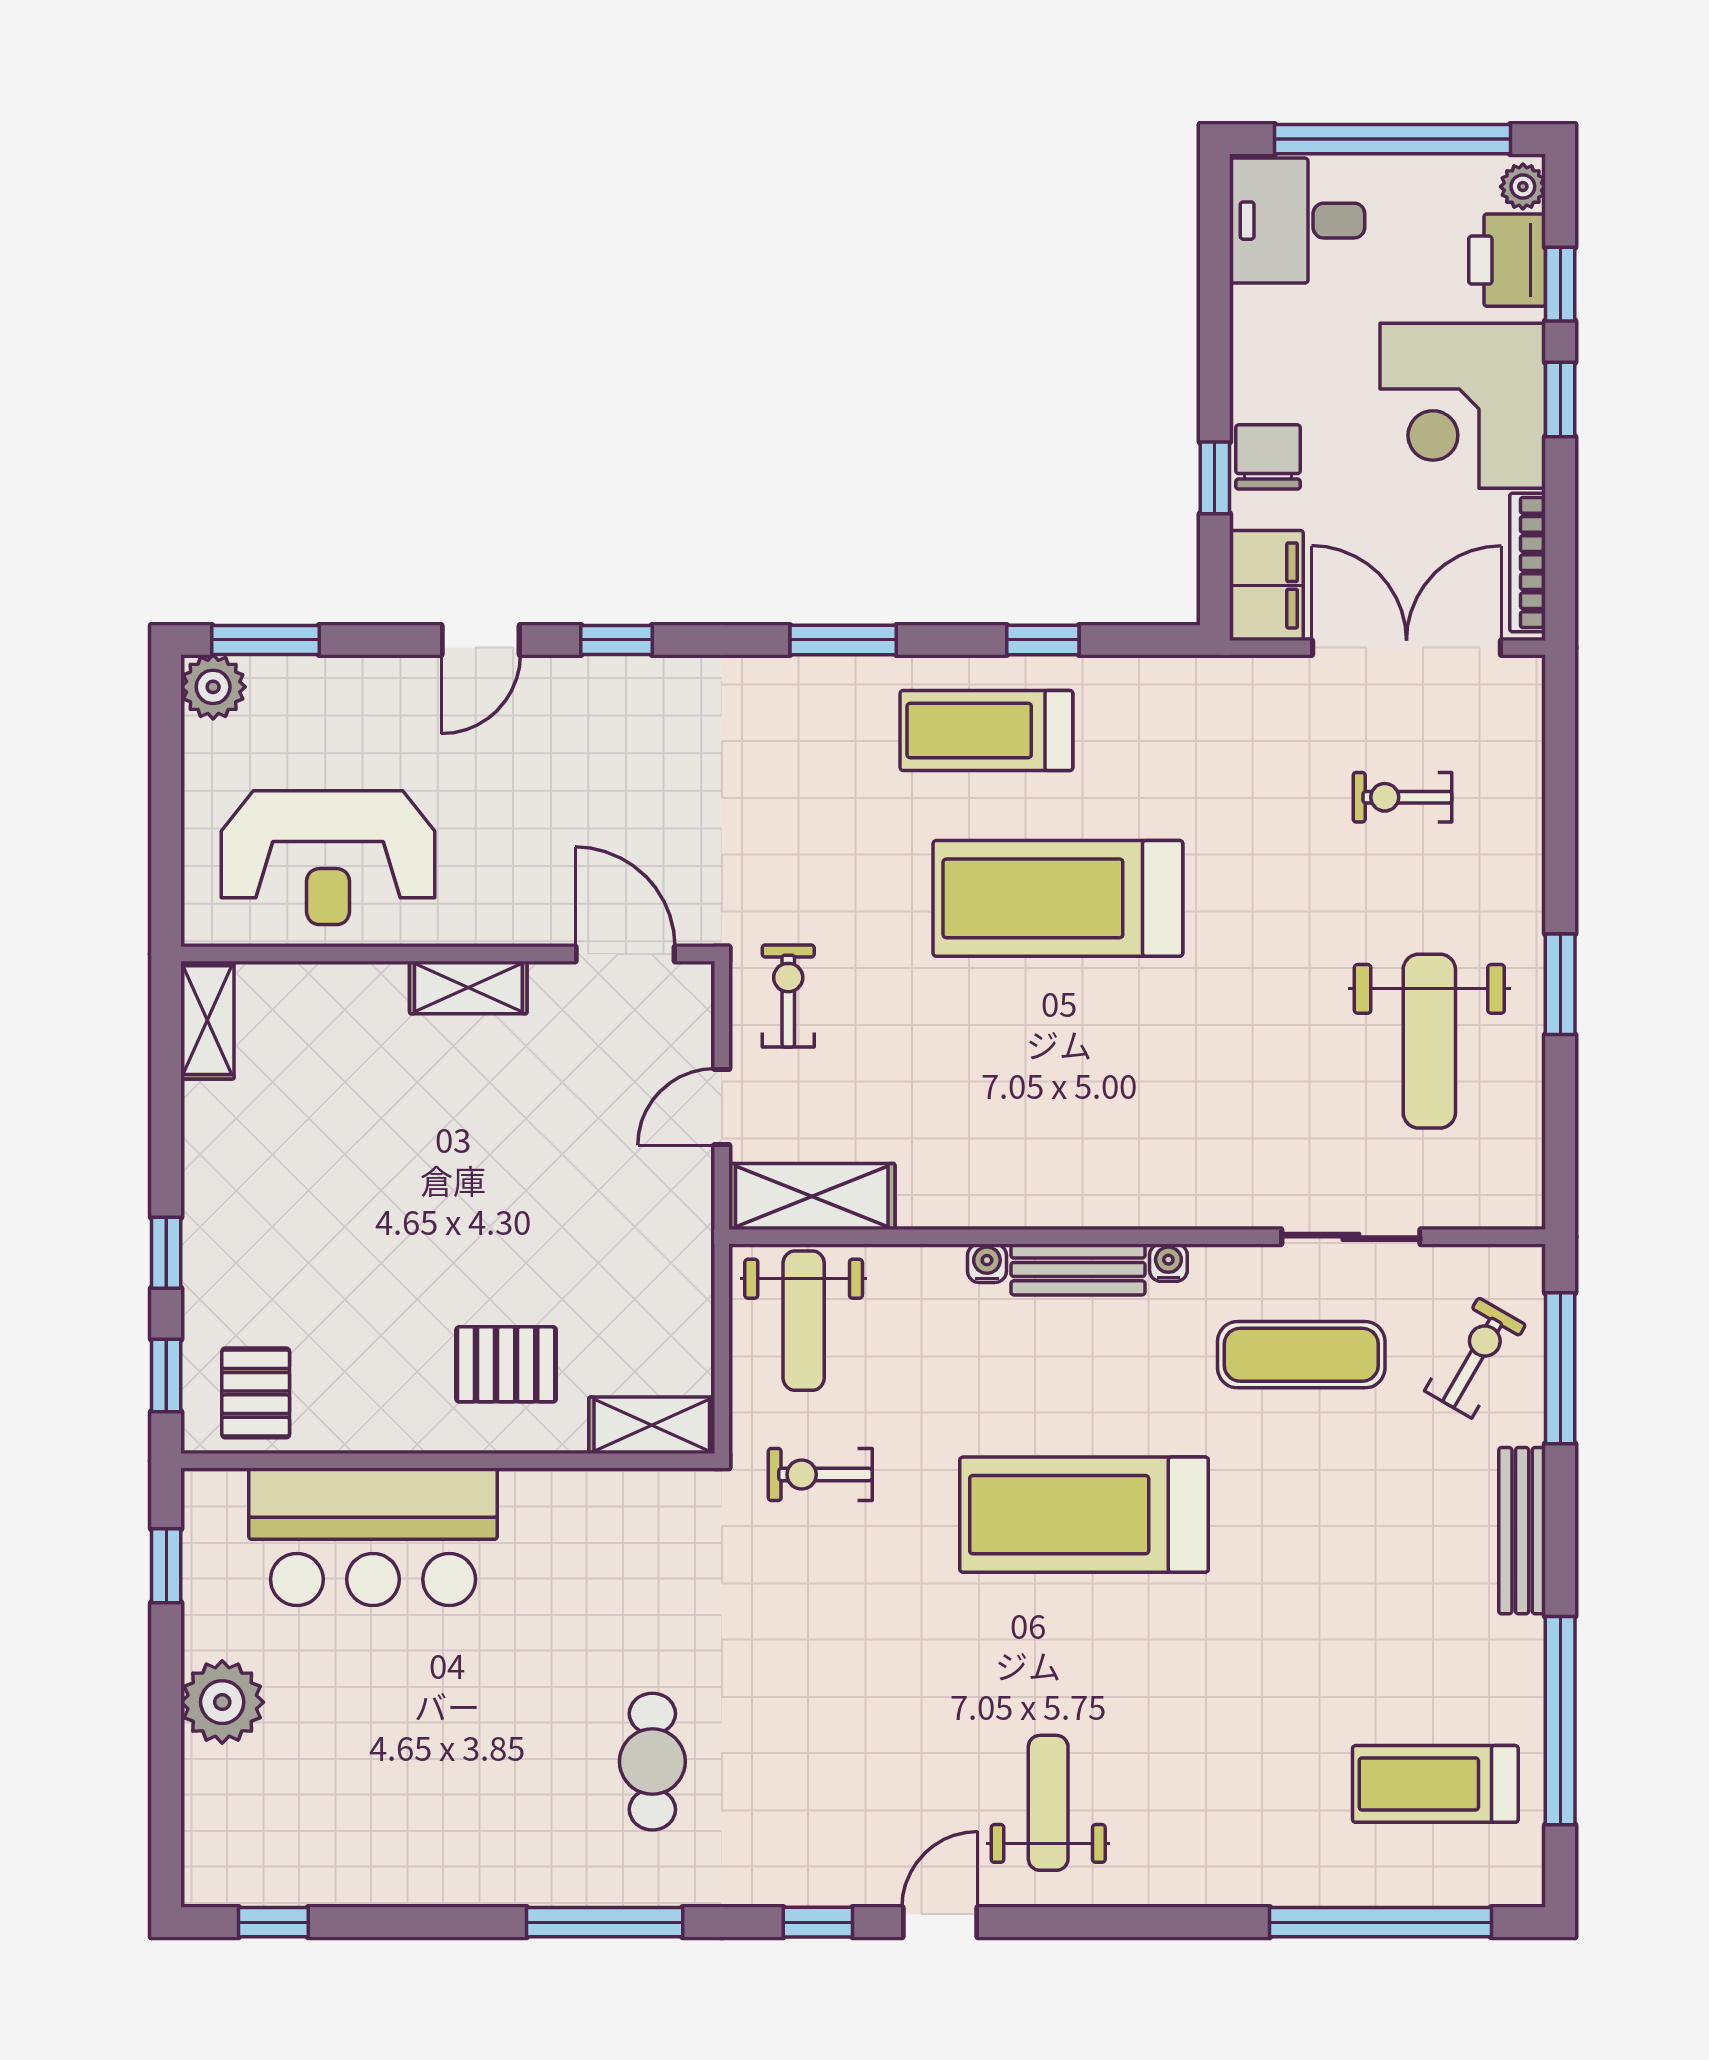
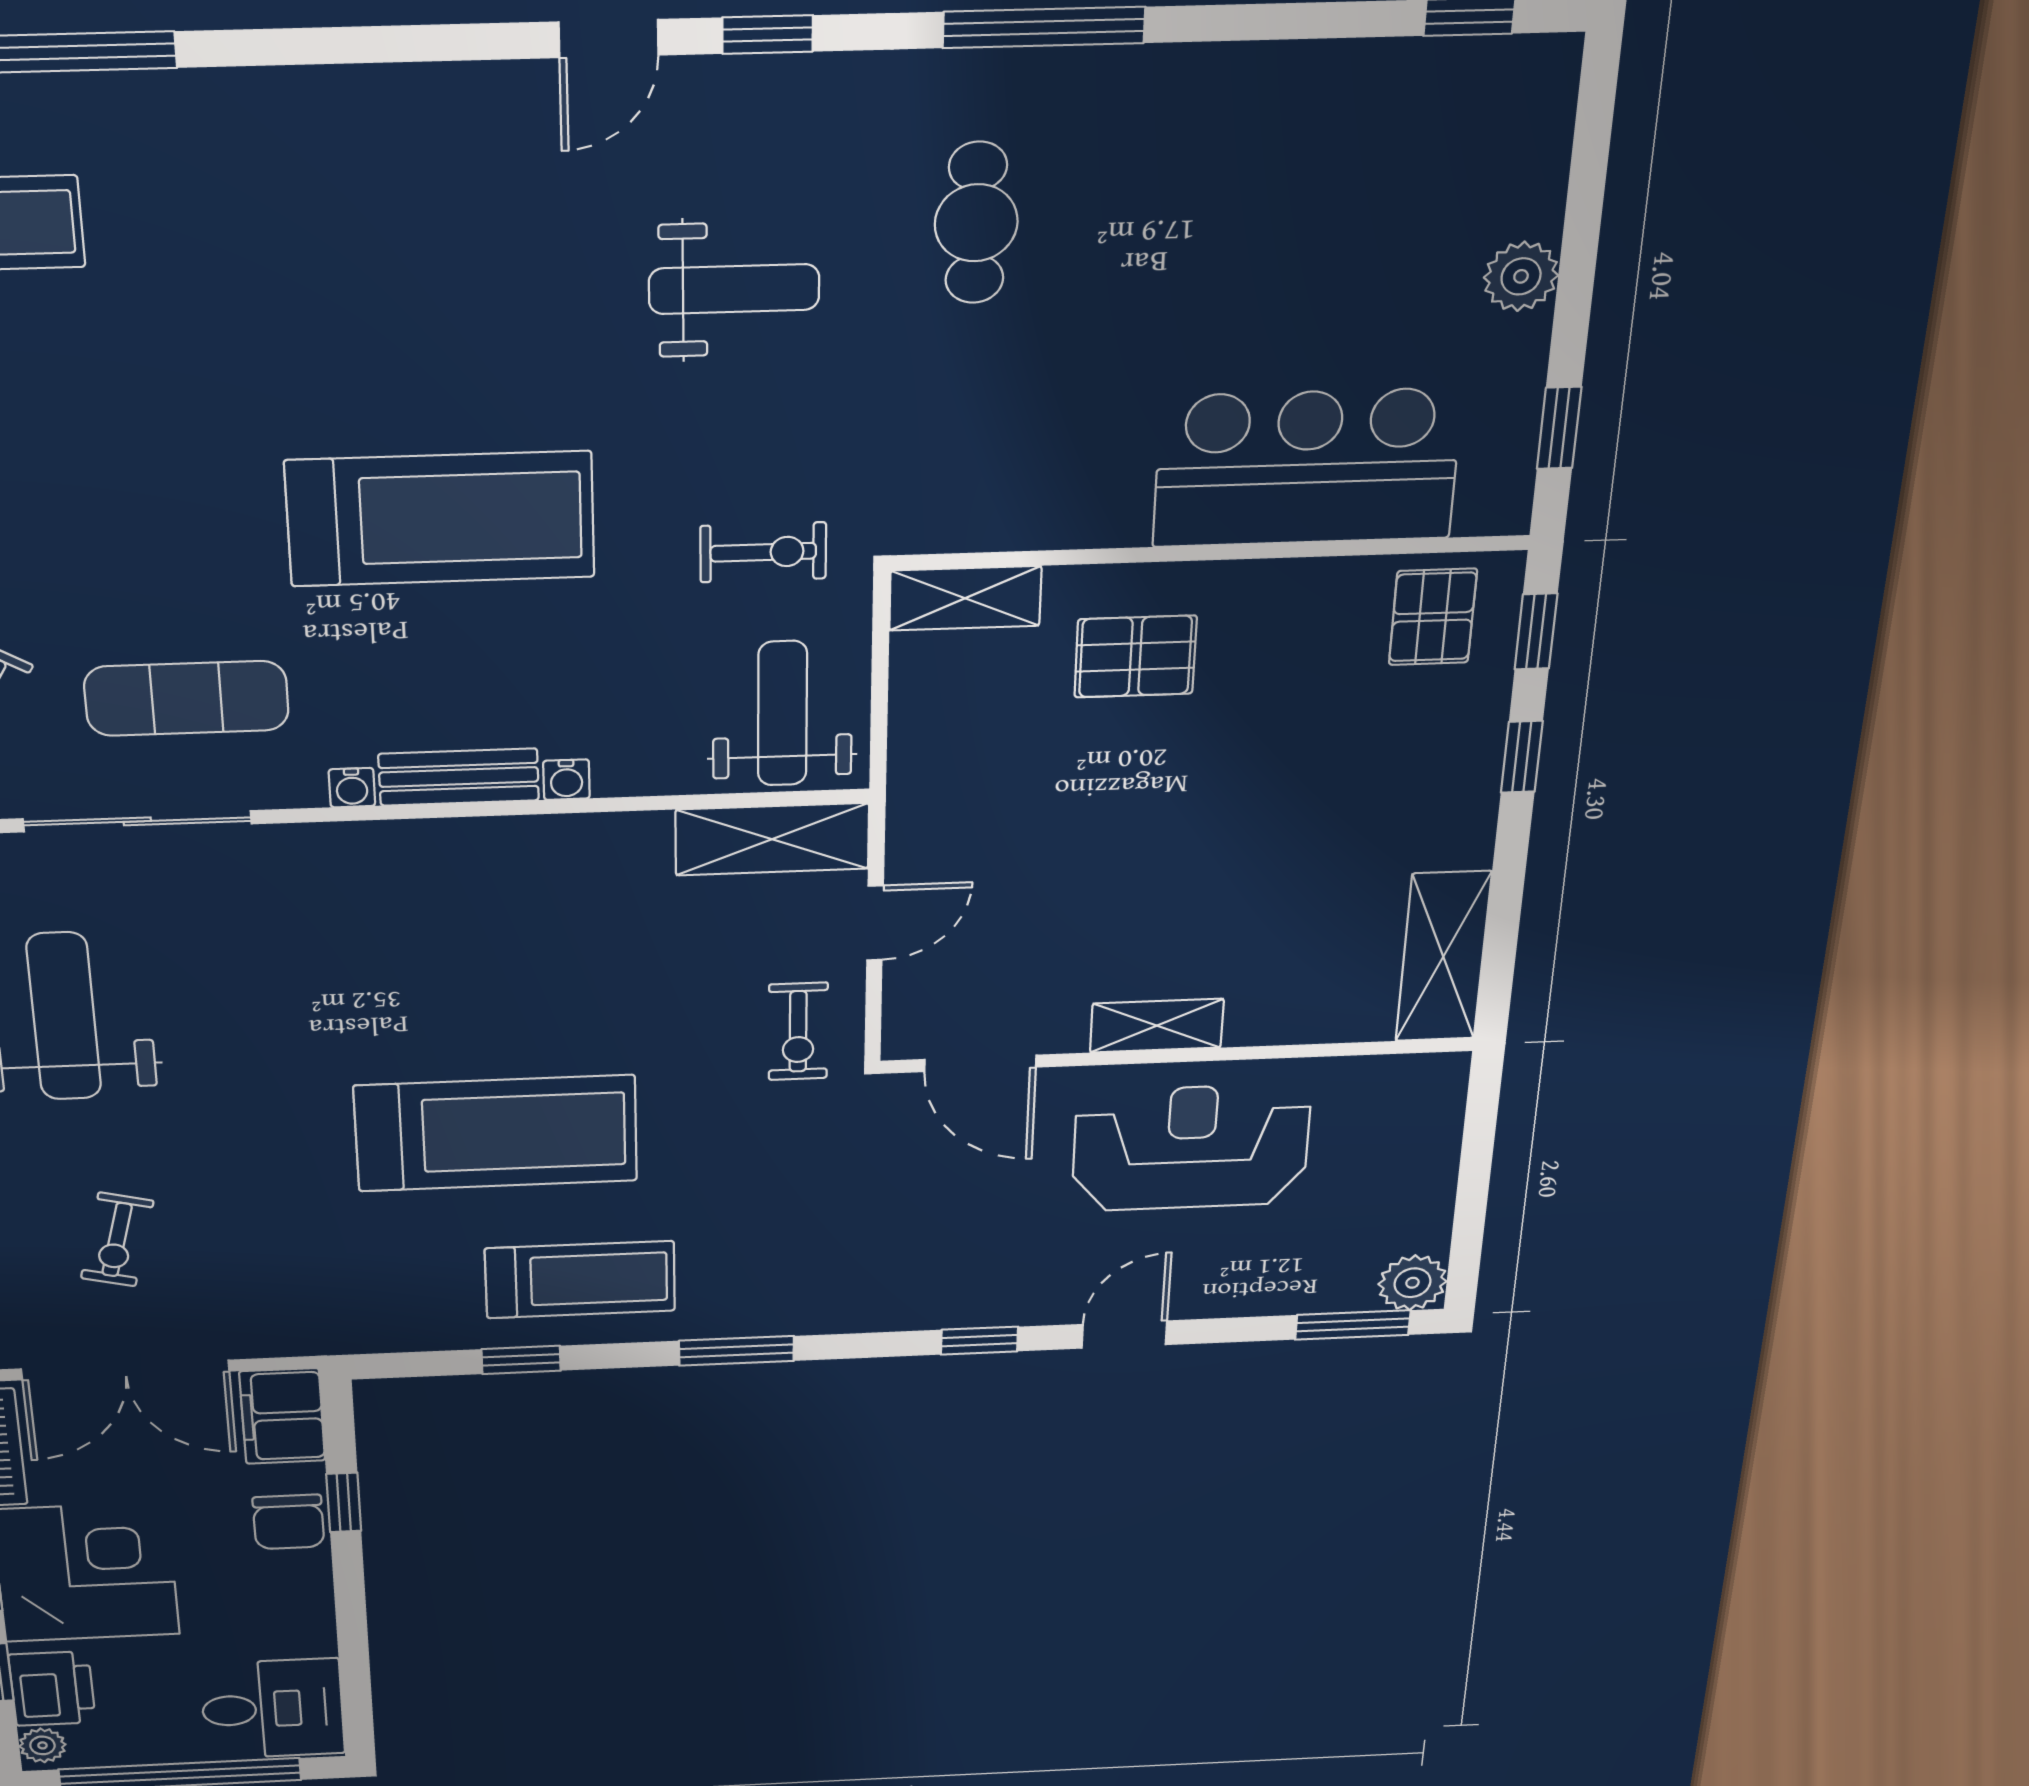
exercise bike: (1402, 797) -> (117, 1240), turned 104
reception desk: (328, 858) -> (1191, 1148), moved
shelving: (207, 1020) -> (1443, 957), width x1.50, depth x1.33
sliding door: (1351, 1237) -> (137, 821), width x1.37
plant: (222, 1702) -> (1521, 276), width x0.73, depth x0.73
weight bench: (1048, 1803) -> (734, 289), moved, turned -90

